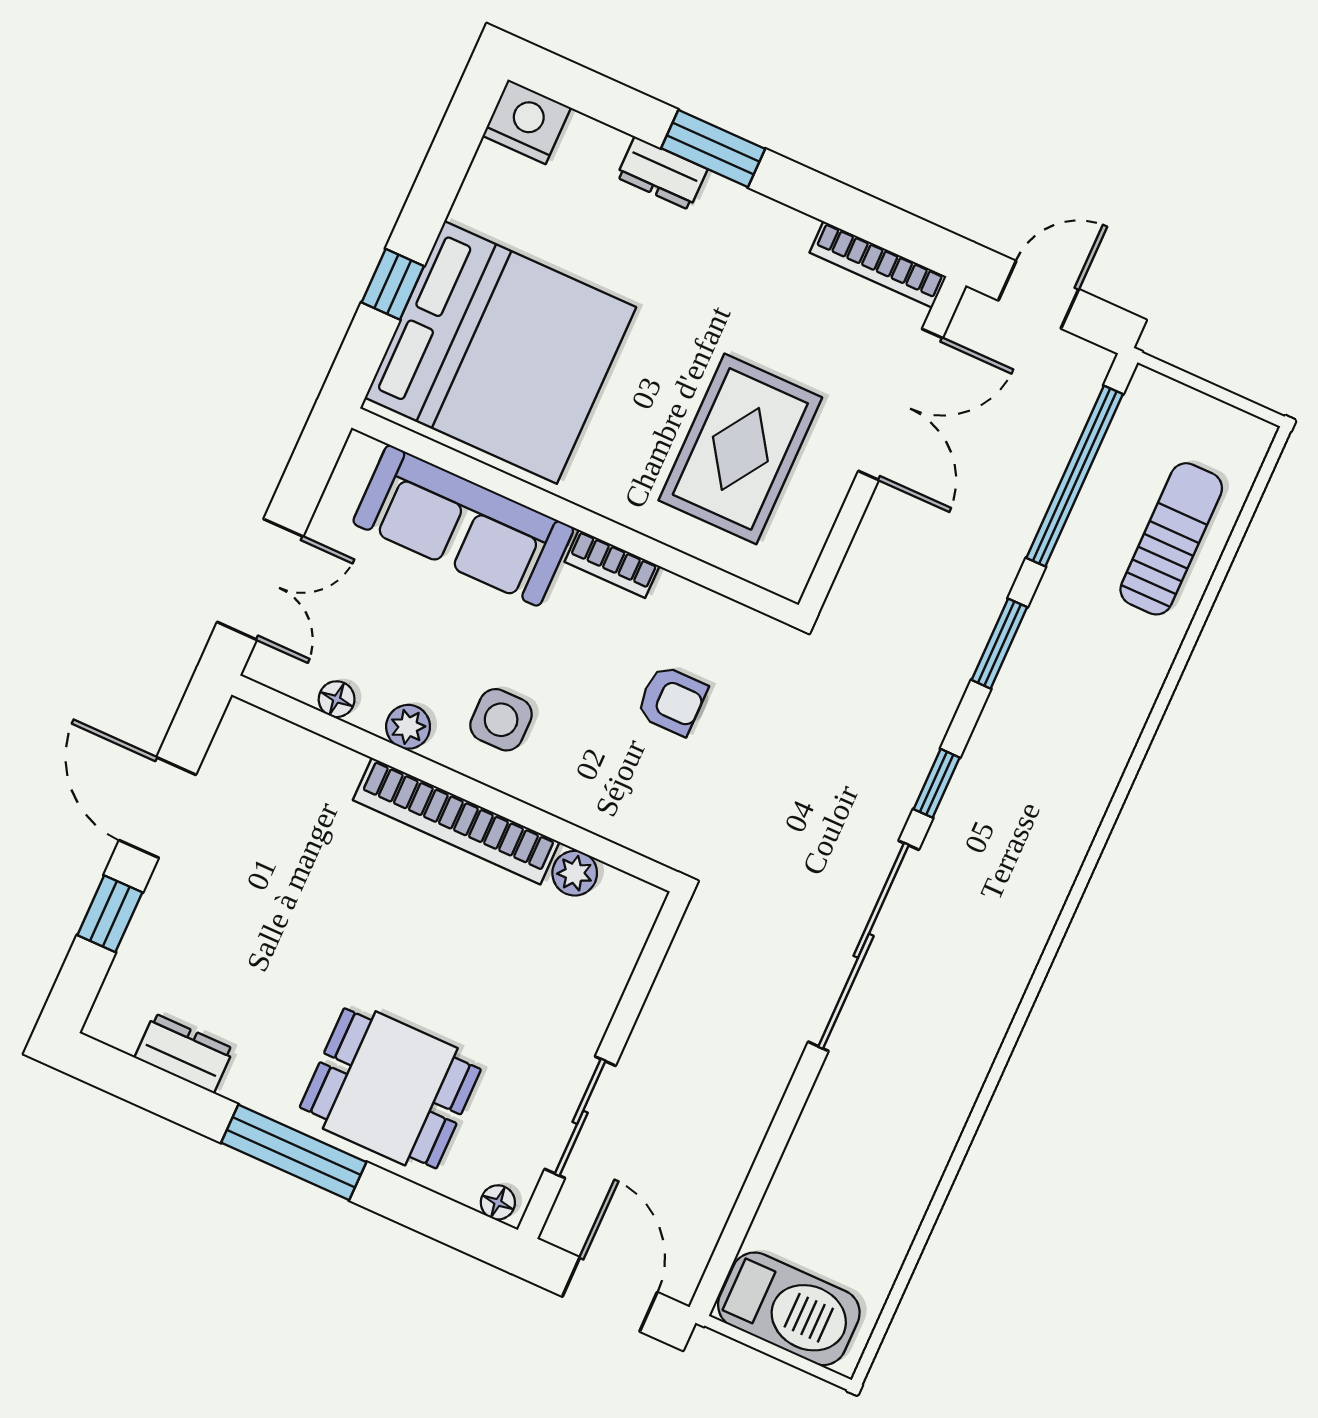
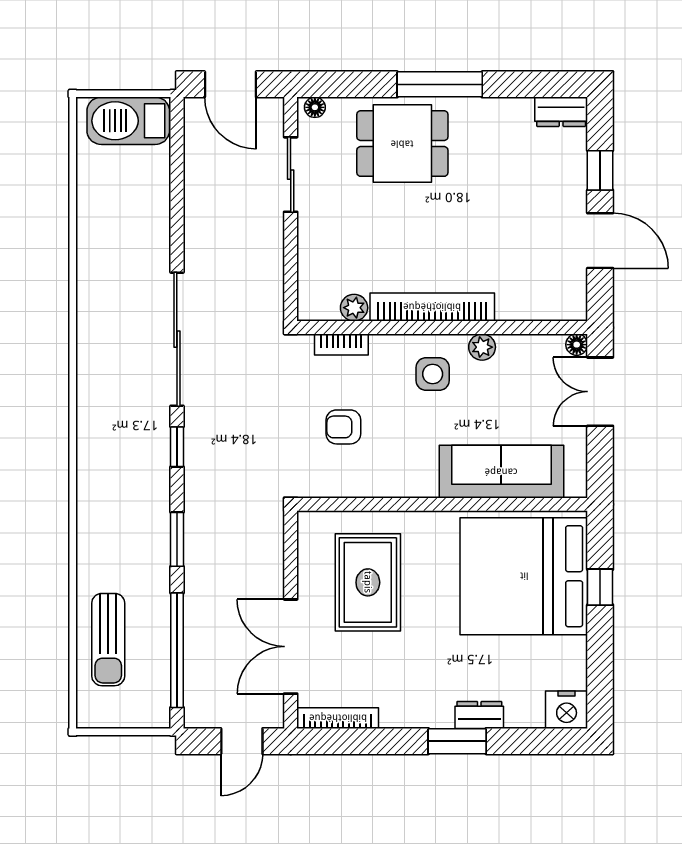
bookcase: (612, 564) -> (341, 345), moved, turned 180
floor lamp: (337, 699) -> (577, 345), moved
dresser: (184, 1053) -> (561, 112), moved

